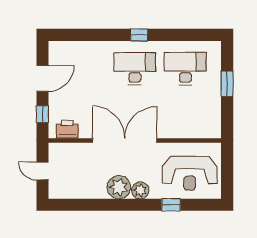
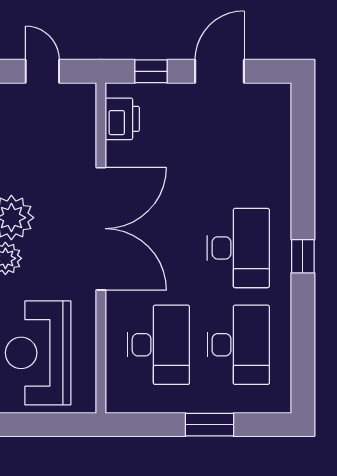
door: (42, 78) -> (220, 71), swing flipped
desk: (185, 110) -> (158, 345), added
door: (42, 171) -> (42, 71), hinge flipped

